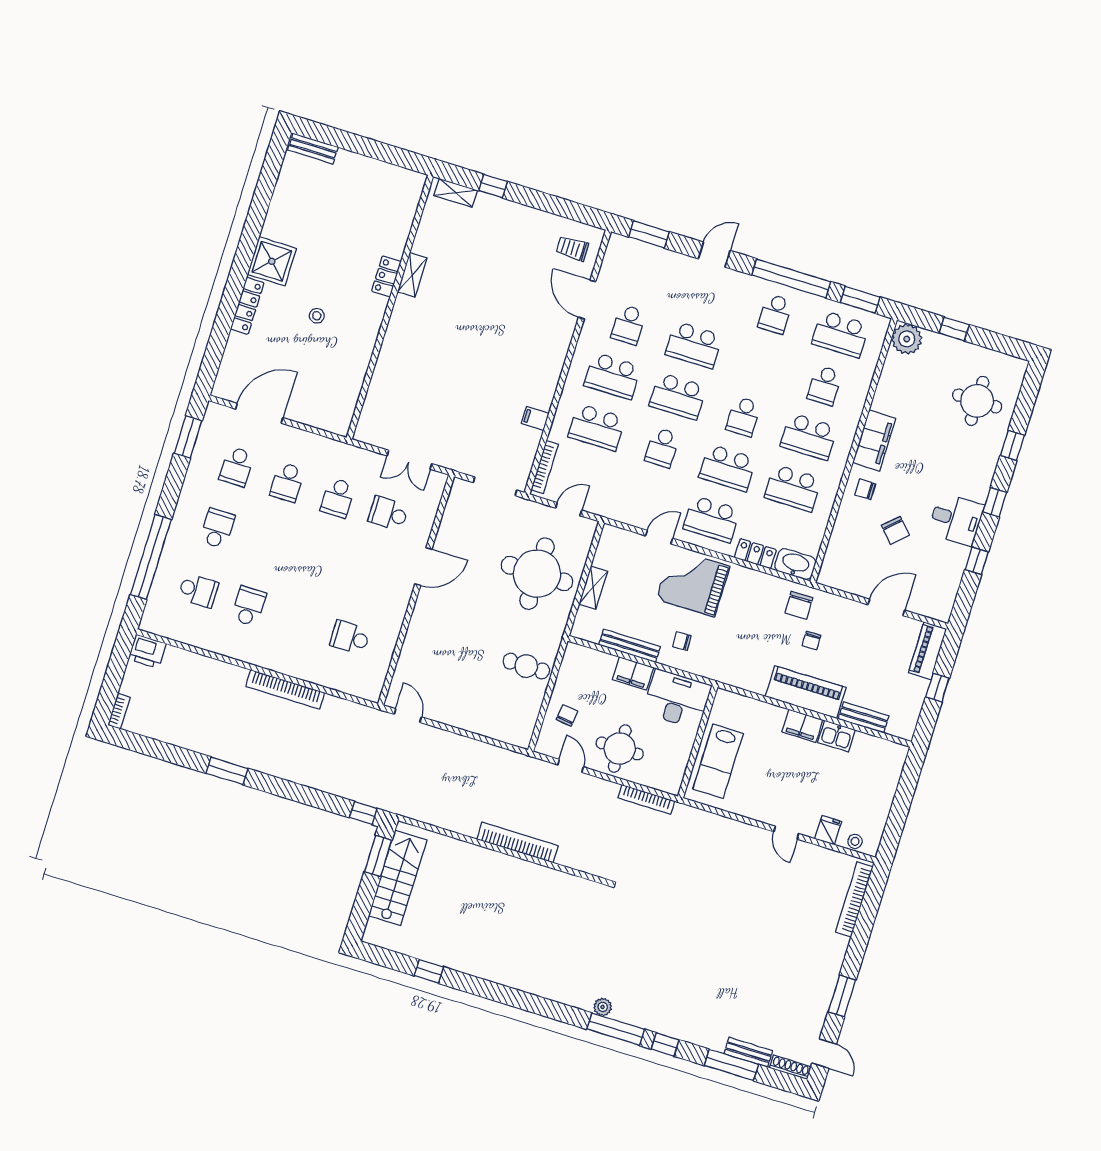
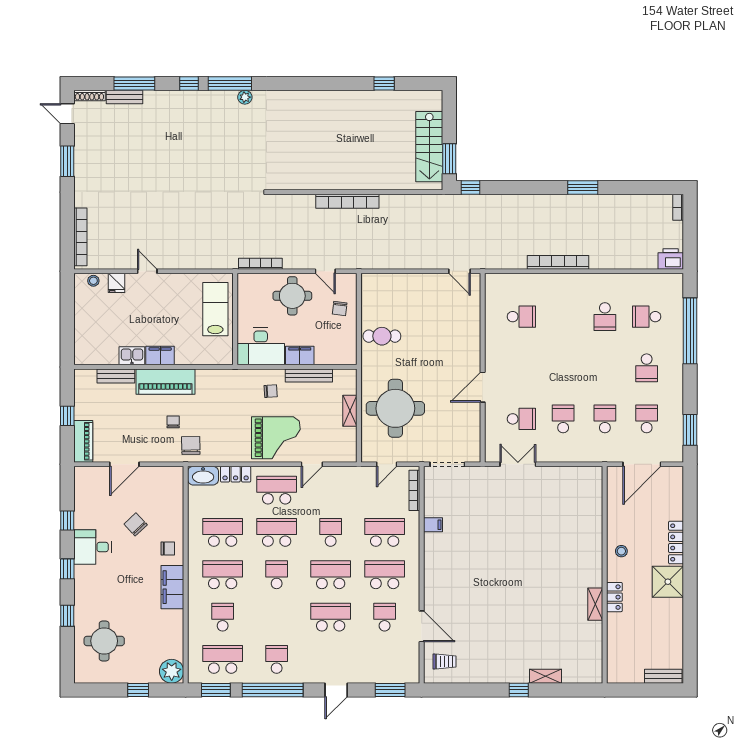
shelving: (412, 275) -> (595, 604), moved
locker: (386, 276) -> (614, 597), moved
wall: (390, 307) -> (605, 575), moved

